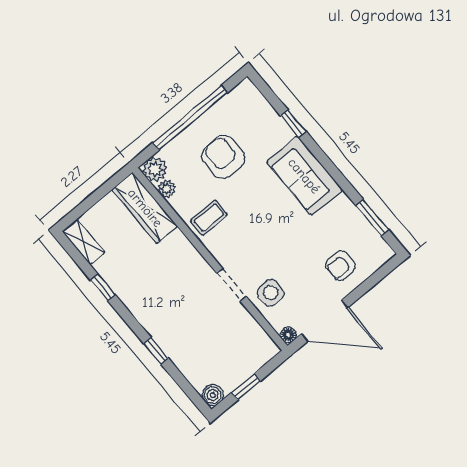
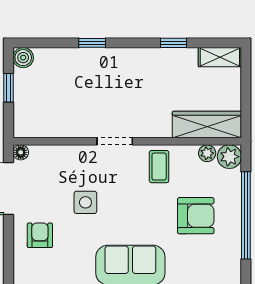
doorway: (232, 285) -> (115, 141), moved
side table: (271, 293) -> (85, 202), moved

